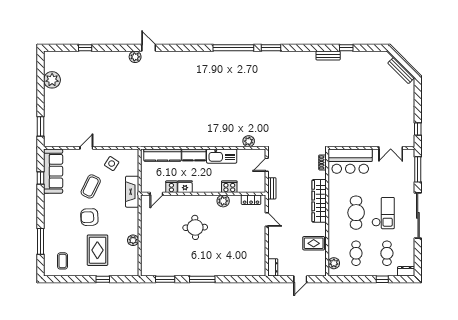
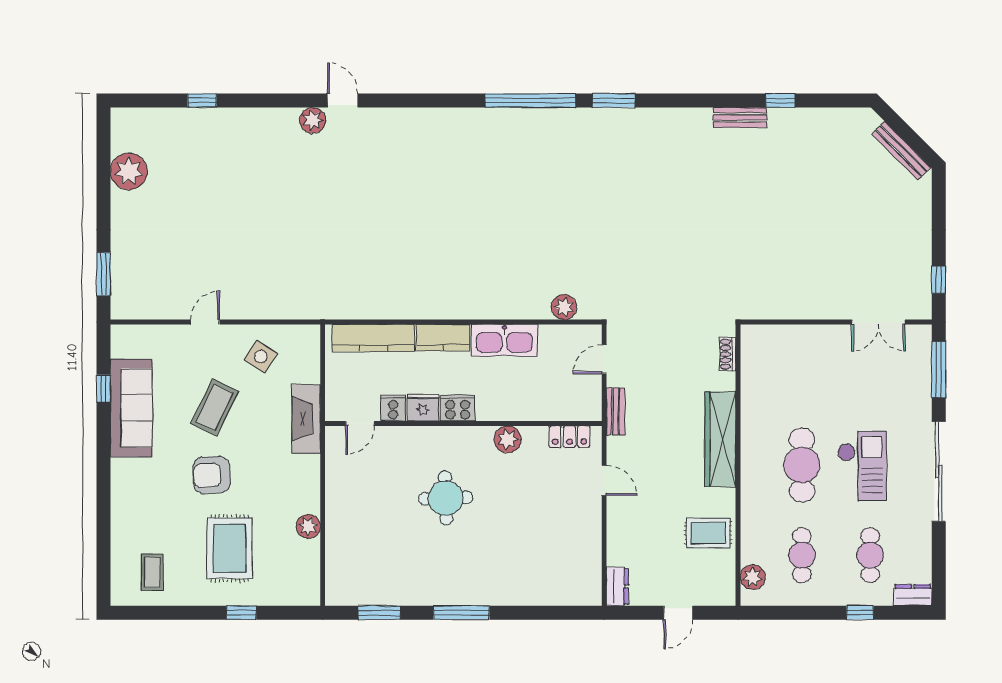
bar counter: (350, 161) -> (789, 351), removed
sofa: (53, 171) -> (131, 408), moved
cooker: (229, 187) -> (458, 408), moved
window: (41, 241) -> (103, 529), removed

